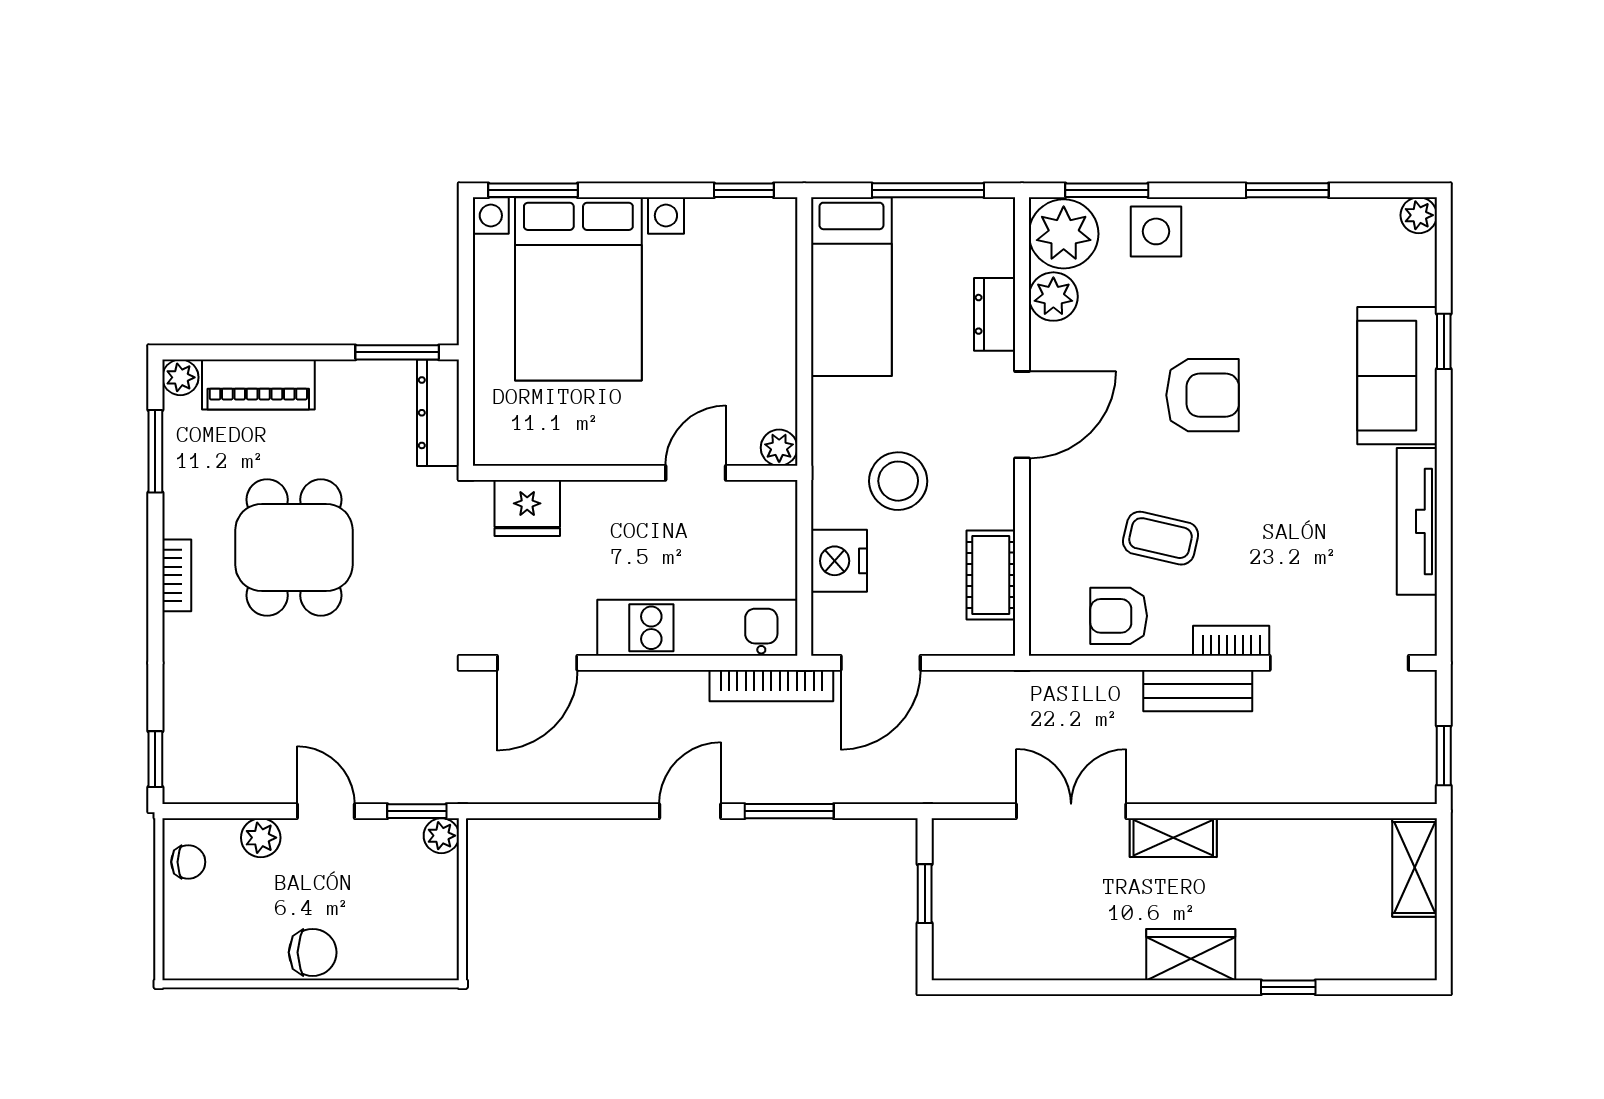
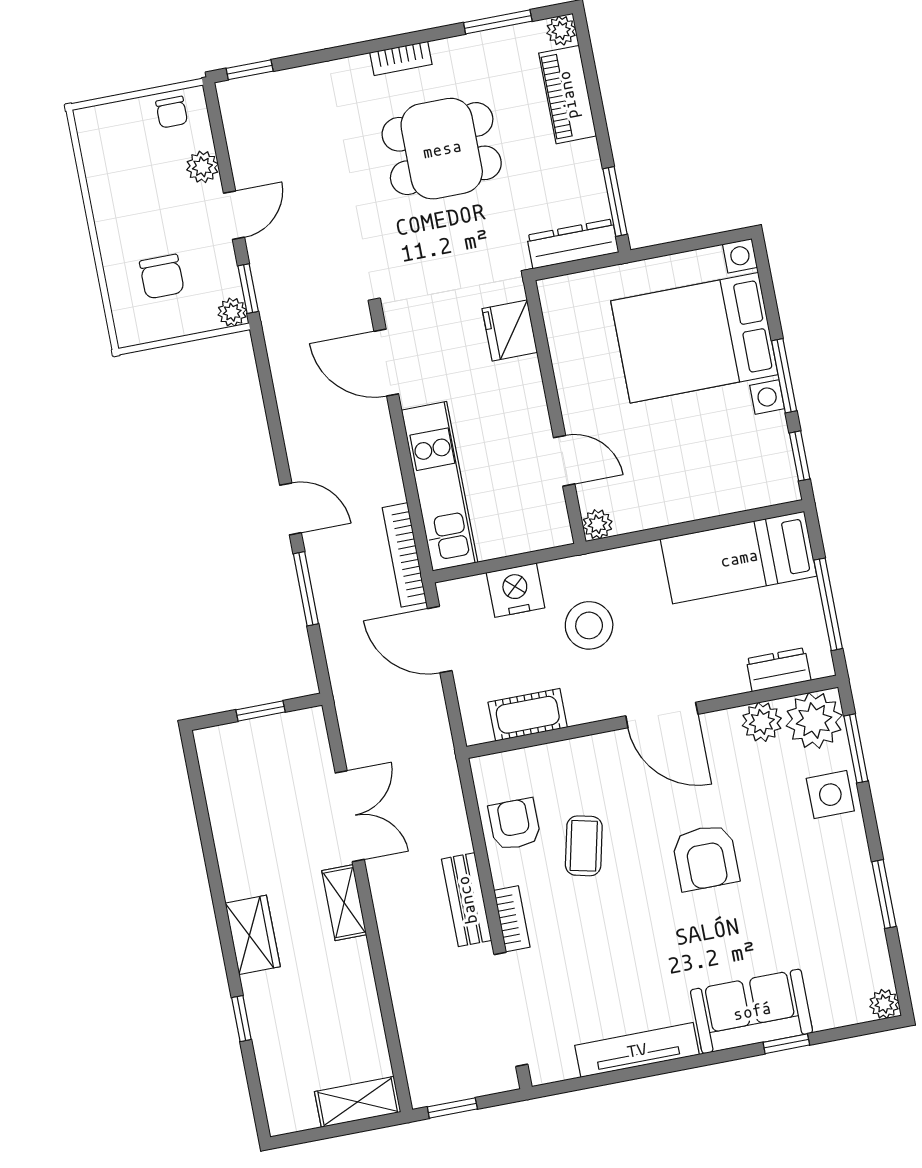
window: (533, 190) -> (784, 376), moved
dresser: (995, 314) -> (778, 670), moved
chair: (313, 952) -> (162, 277), moved

